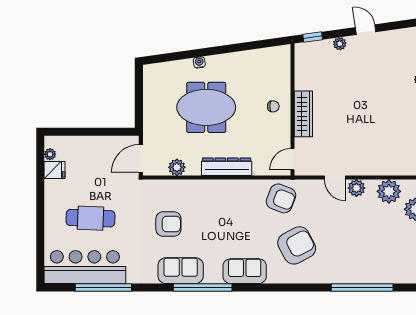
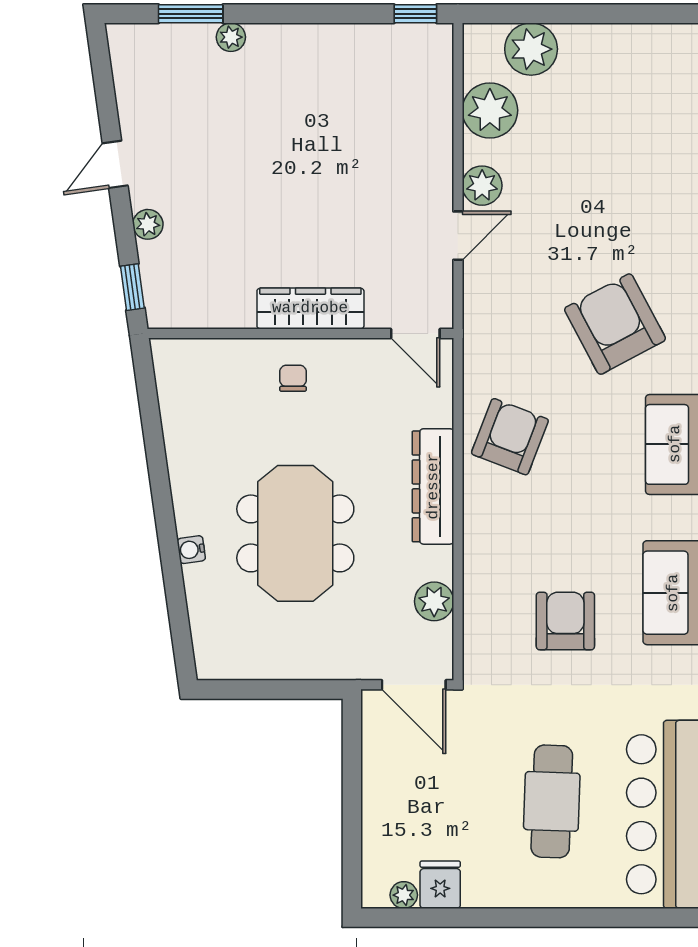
armchair: (281, 198) -> (510, 437), moved

